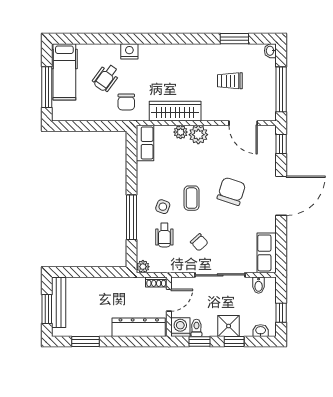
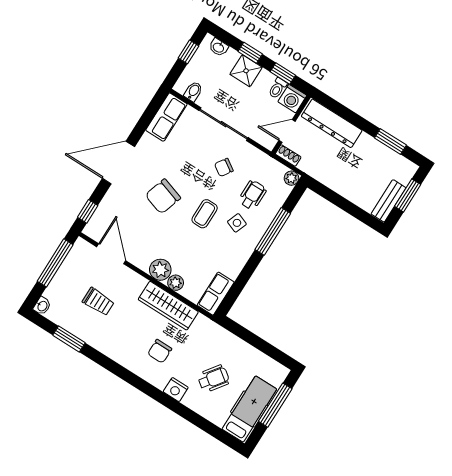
chair: (126, 102) -> (160, 351), moved, turned 180
chair: (199, 242) -> (224, 167), turned -104
bench: (59, 302) -> (389, 201), width x0.73

